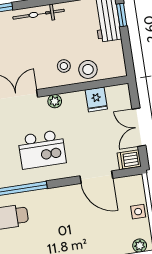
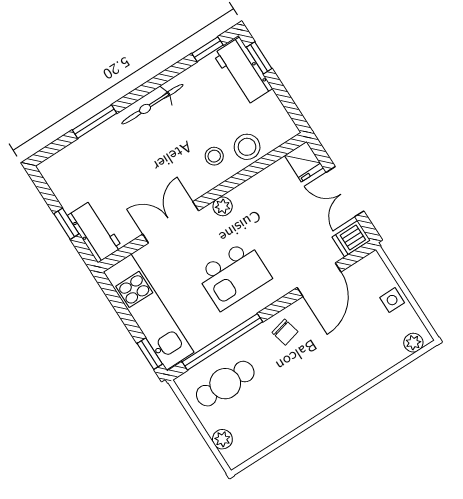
fridge: (96, 99) -> (304, 162), moved
door: (96, 177) -> (319, 280), hinge flipped
chair: (59, 201) -> (285, 332), added

